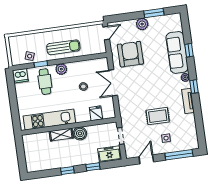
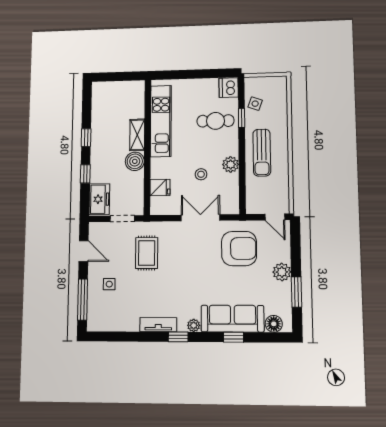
floor lamp: (177, 25) -> (274, 324), added
plant: (61, 69) -> (231, 164), moved
rug: (158, 116) -> (147, 253), moved

